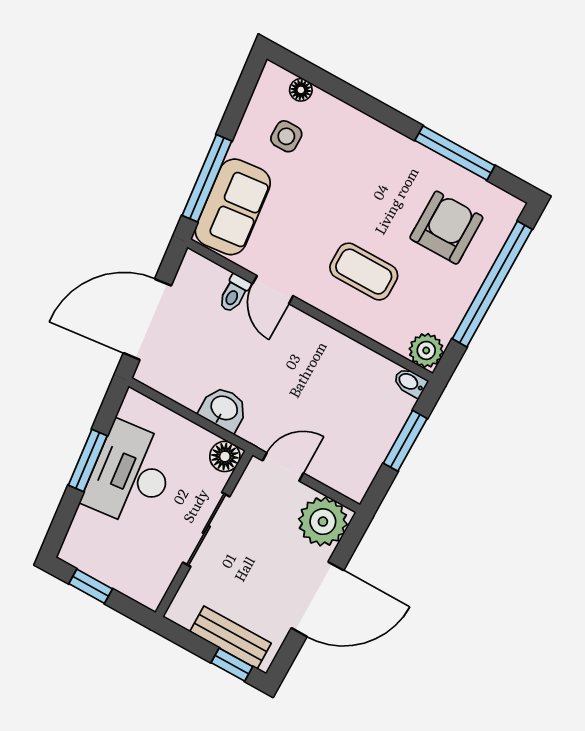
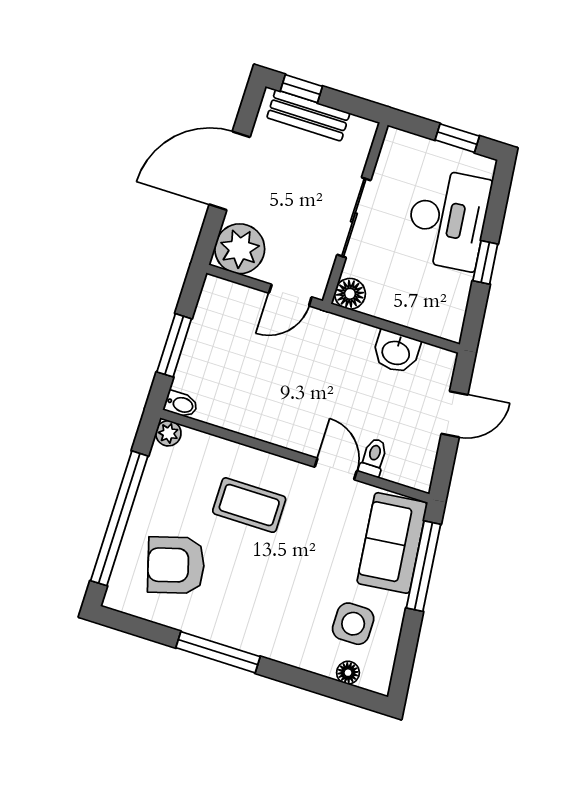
side table: (286, 136) -> (353, 624), width x1.37, depth x1.37
window: (455, 153) -> (218, 652), moved
armchair: (446, 228) -> (176, 565), turned 74
door: (147, 319) -> (454, 414), width x0.53
plant: (426, 350) -> (168, 433), width x0.73, depth x0.73
washbasin: (224, 409) -> (396, 352), moved
window: (88, 460) -> (485, 262), width x0.67
desk: (131, 474) -> (448, 219), moved

